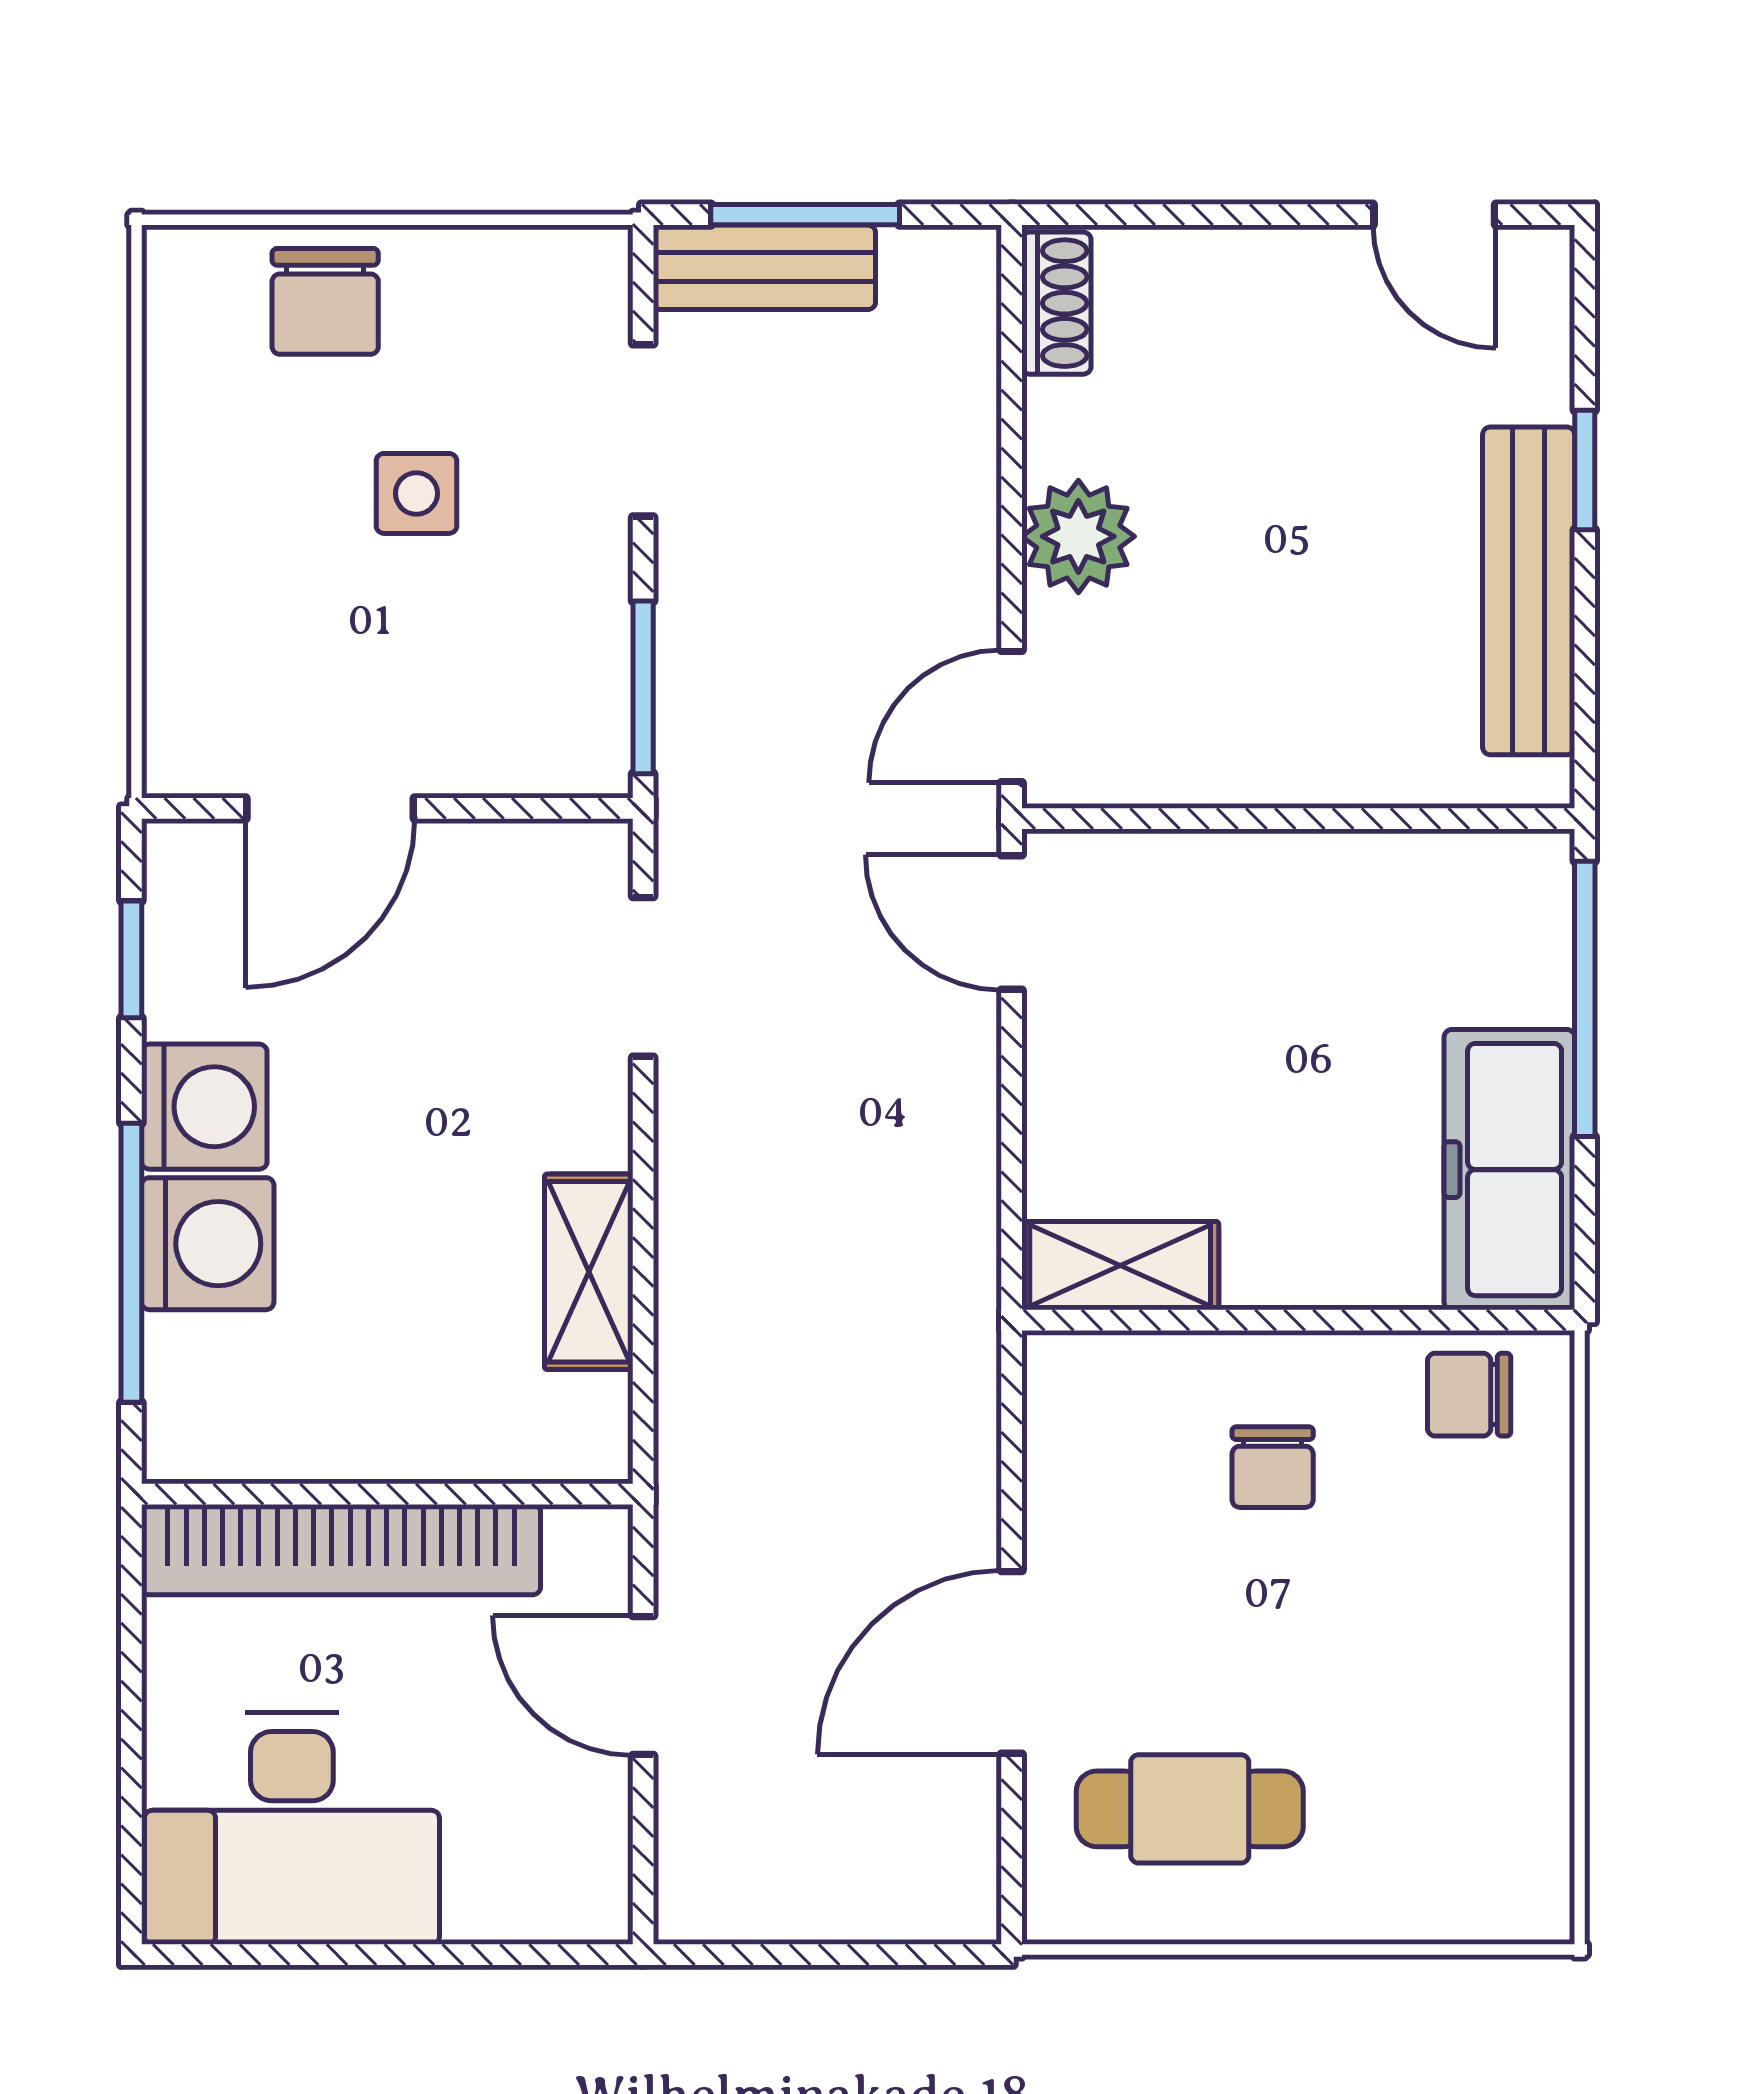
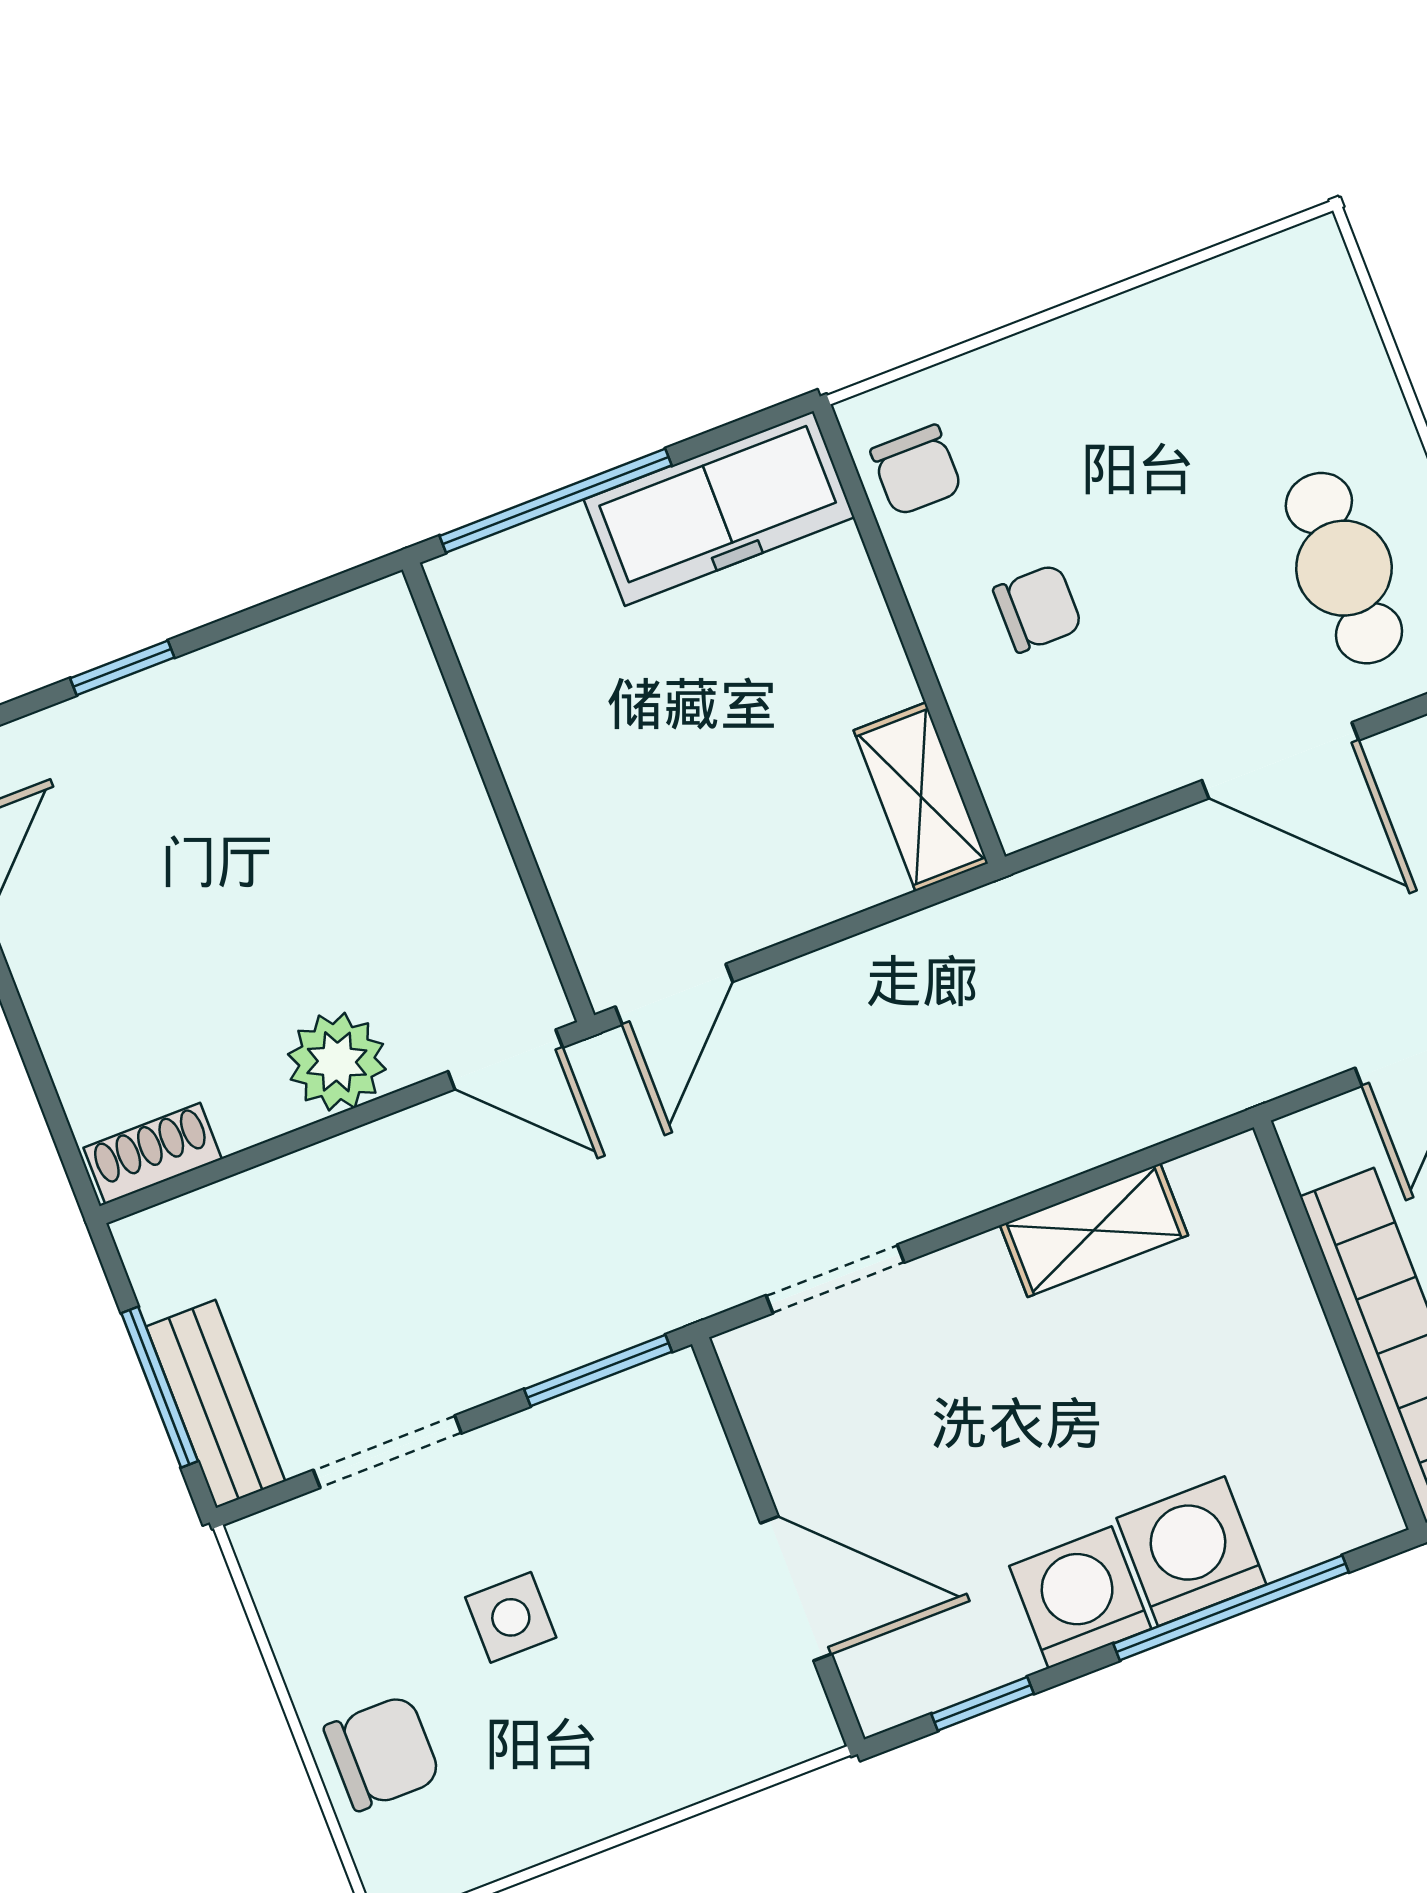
bench: (1529, 591) -> (239, 676), removed

